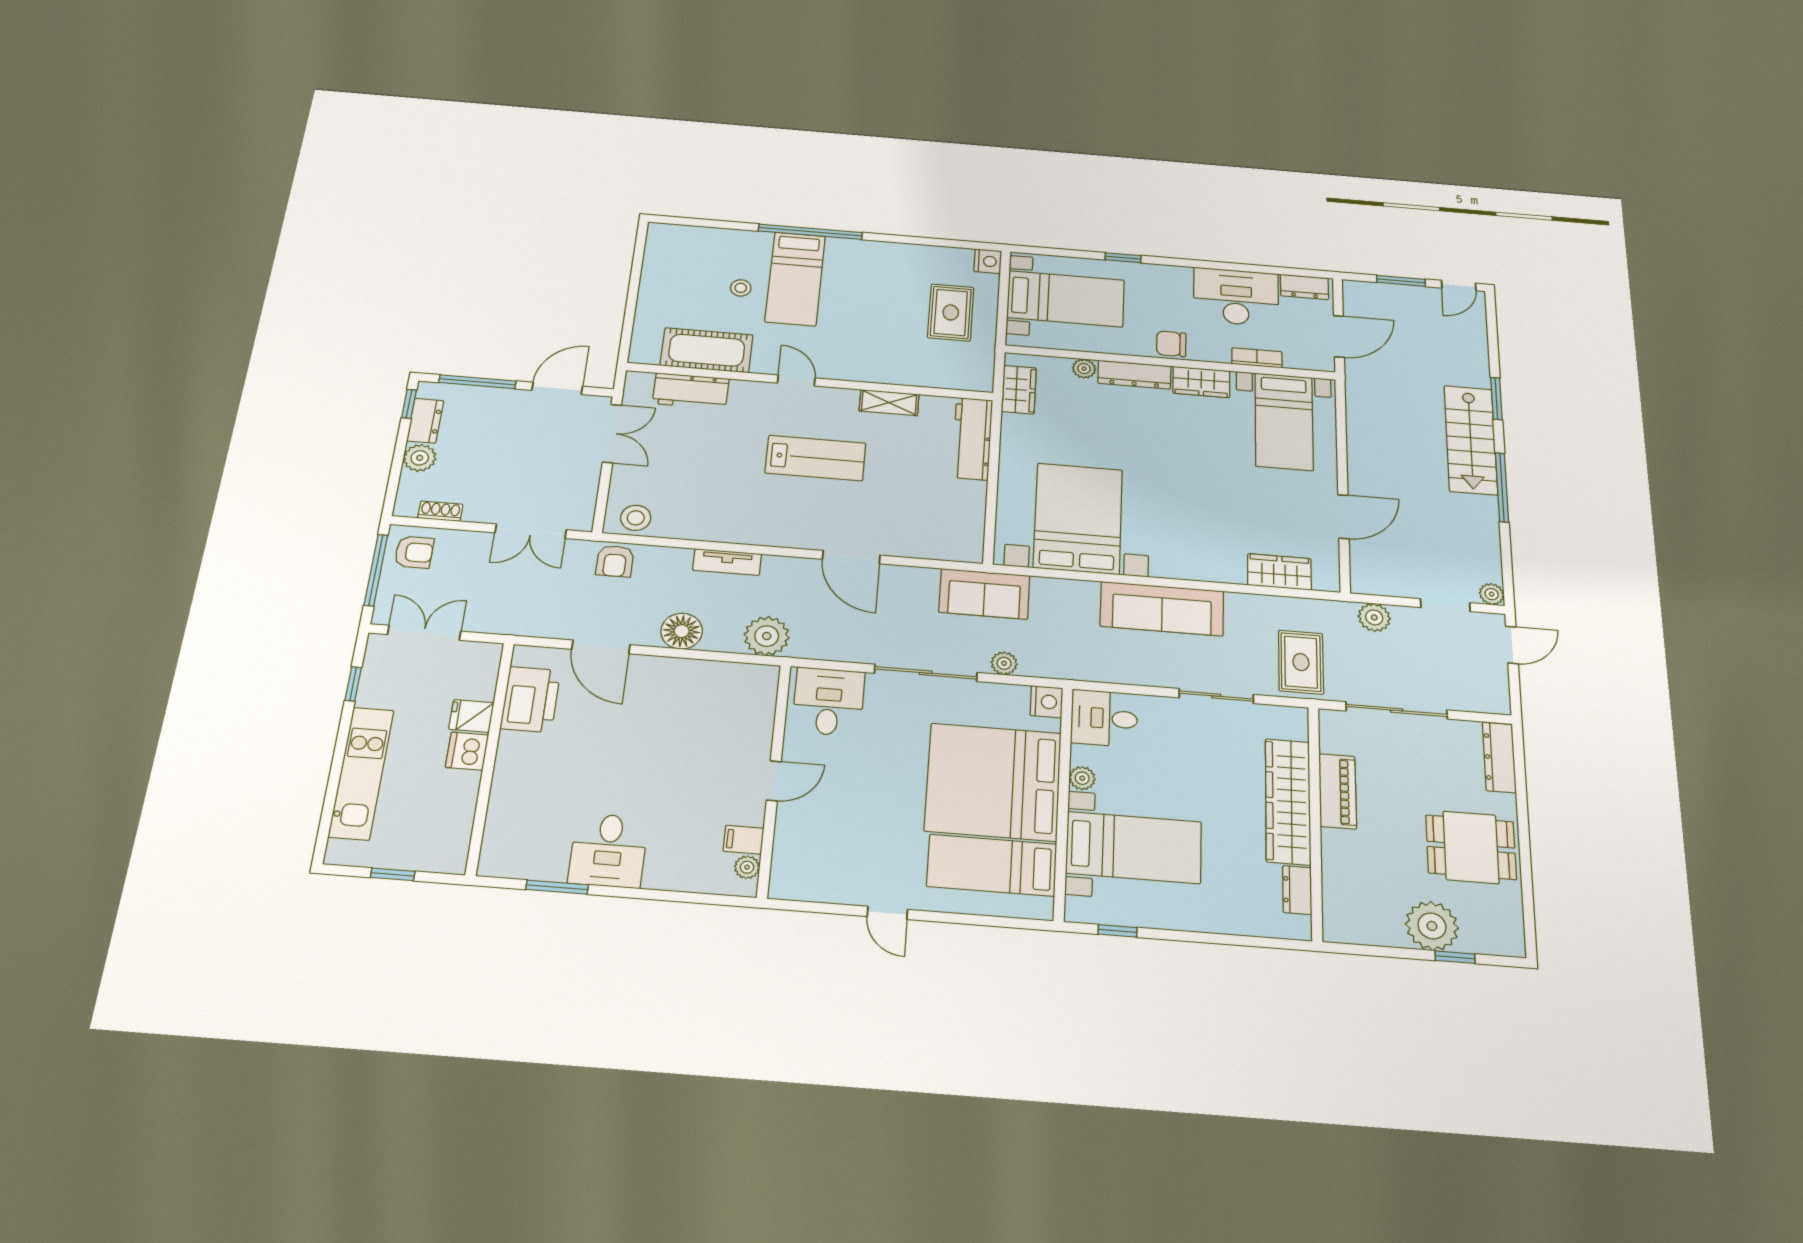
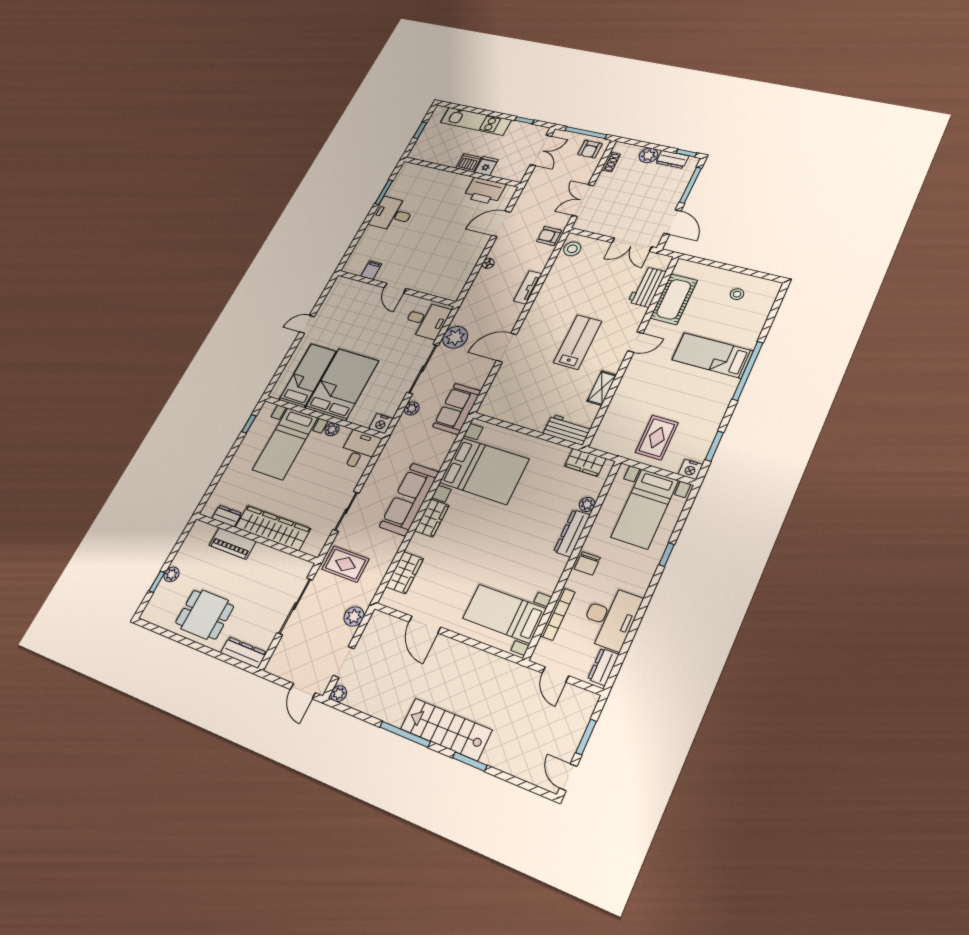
window: (943, 243) -> (714, 446), added
stool: (741, 288) -> (737, 294), moved
rug: (951, 312) -> (657, 438), turned 90
door: (1339, 336) -> (555, 674), width x0.73
chair: (1171, 344) -> (587, 563), turned 180
bookcase: (1257, 358) -> (558, 614), width x1.56
wardrobe: (1201, 382) -> (432, 518), moved, turned 180
workbench: (972, 439) -> (567, 430), width x0.73
lab bench: (815, 458) -> (578, 342), turned 180
floor lamp: (682, 631) -> (488, 264), width x0.53, depth x0.53
plant: (767, 636) -> (455, 337), moved
bed: (993, 782) -> (342, 384), width x0.73
piano: (1338, 791) -> (233, 543), moved
dining table: (1471, 847) -> (205, 615), turned 90
plant: (747, 867) -> (357, 269), removed
plant: (1432, 926) -> (171, 574), width x0.53, depth x0.53

